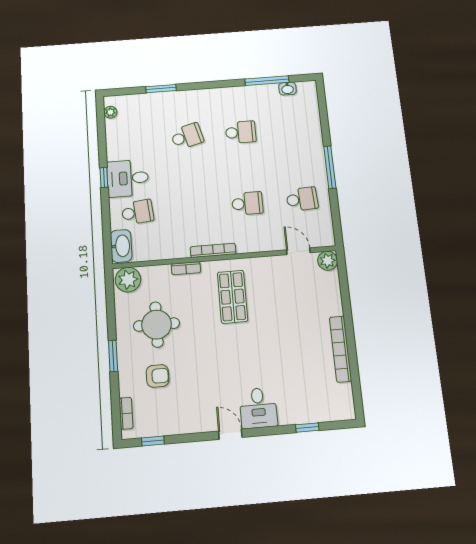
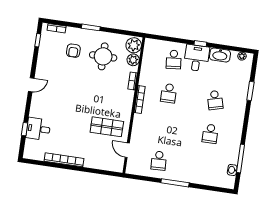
school desk: (247, 203) -> (169, 93), moved
washbasin: (121, 246) -> (220, 55), moved
door: (298, 251) -> (127, 150), swing flipped
plant: (328, 261) -> (133, 60), moved
shop shelf: (232, 297) -> (107, 127), moved
desk: (258, 408) -> (38, 129), moved

